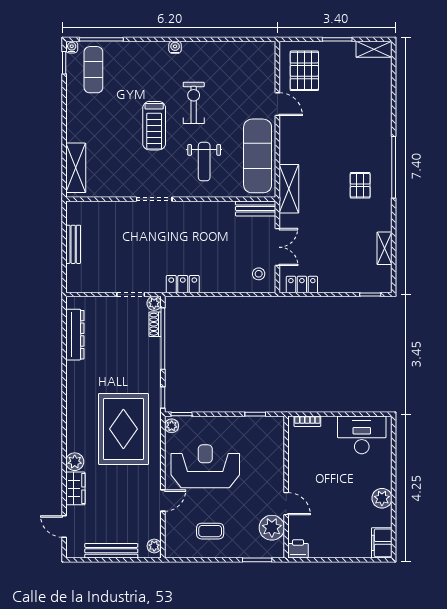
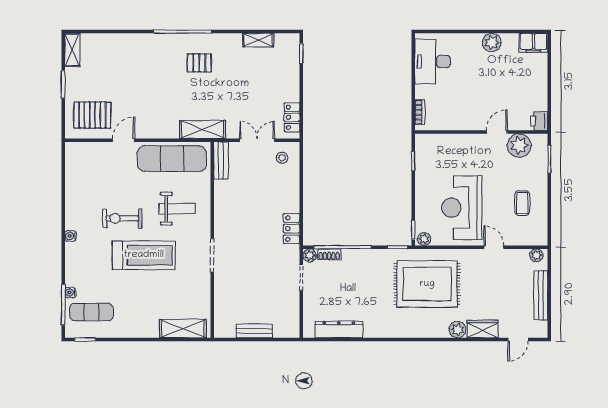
water cooler: (72, 47) -> (70, 293), moved
treadmill: (154, 126) -> (144, 255), width x1.37, depth x1.38

